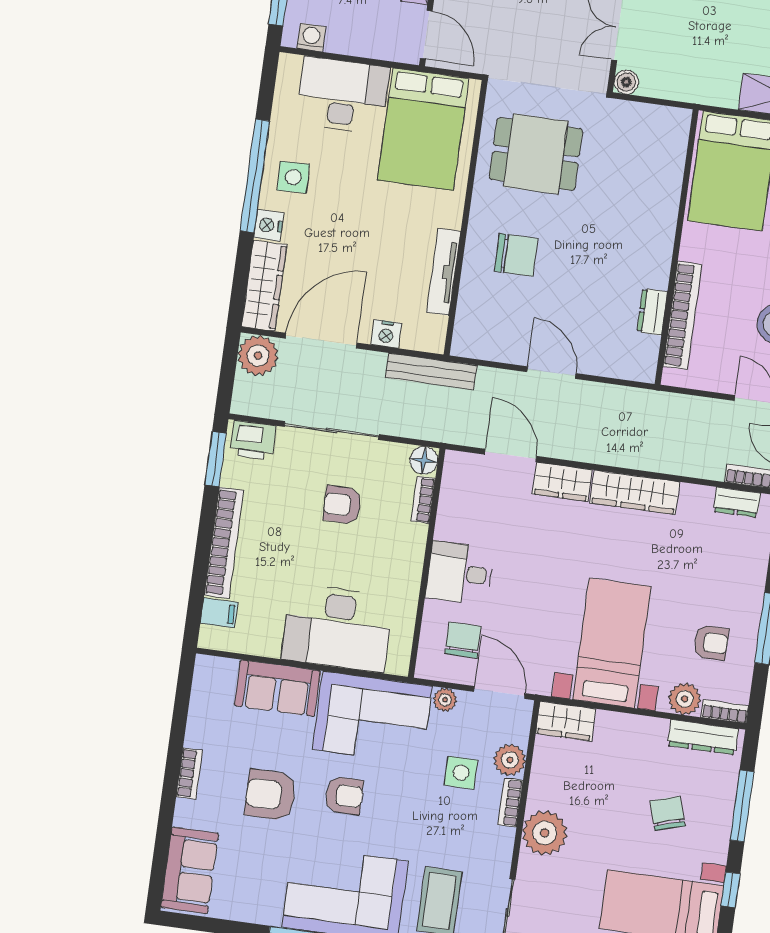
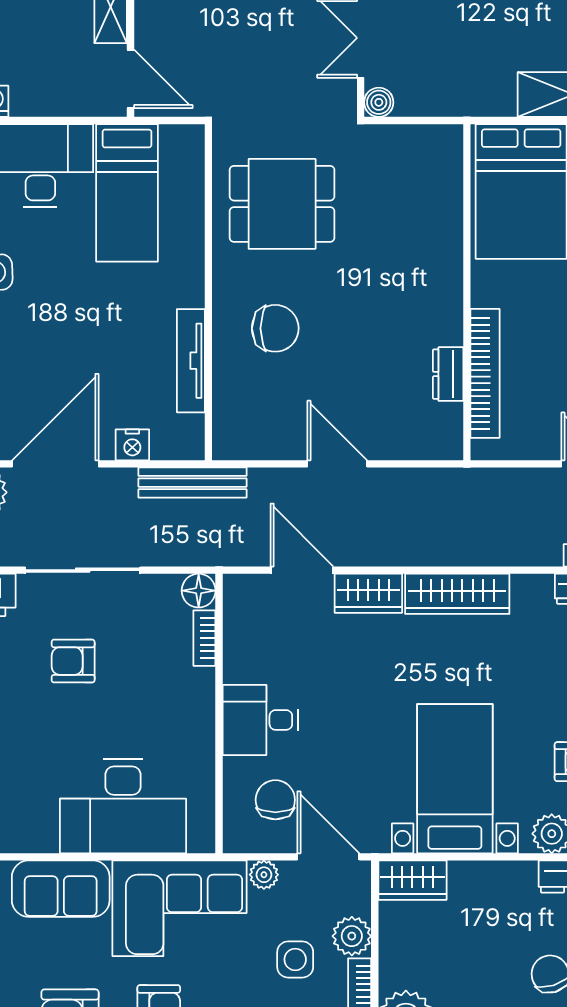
bed: (423, 129) -> (127, 193), width x0.67
armchair: (342, 505) -> (73, 661), moved

